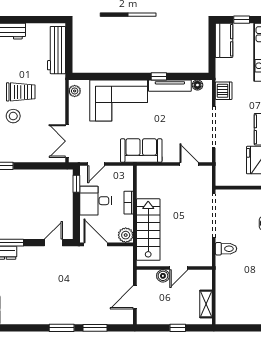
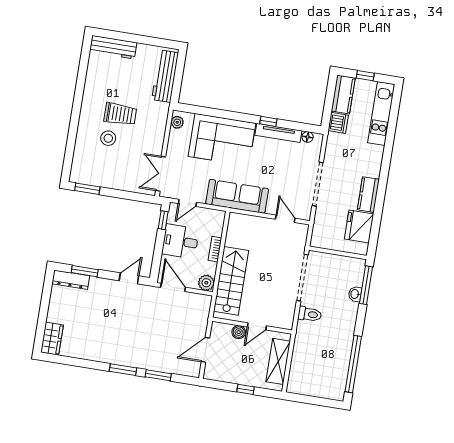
dishwasher: (224, 91) -> (338, 123), moved
sofa: (141, 151) -> (237, 196), width x1.36
shelving: (206, 304) -> (278, 361), width x1.50, depth x1.33

